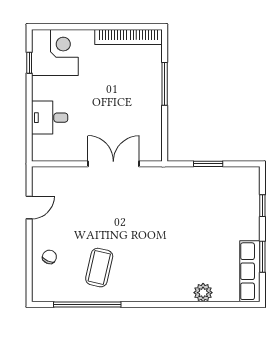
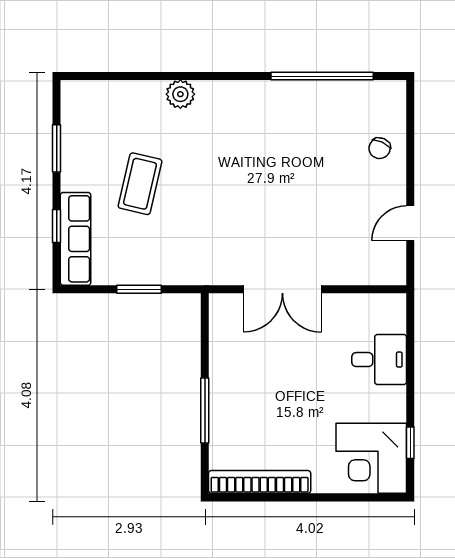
coffee table: (99, 268) -> (140, 184), moved
row of seats: (250, 271) -> (76, 239), moved
plant: (203, 293) -> (180, 94), moved

